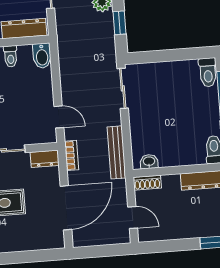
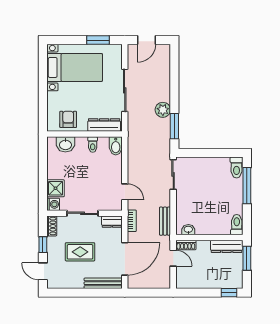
window: (119, 23) -> (174, 126), width x1.50
bench: (117, 152) -> (165, 221), width x0.73
door: (133, 218) -> (173, 258), moved
bench: (39, 243) -> (103, 283), added

